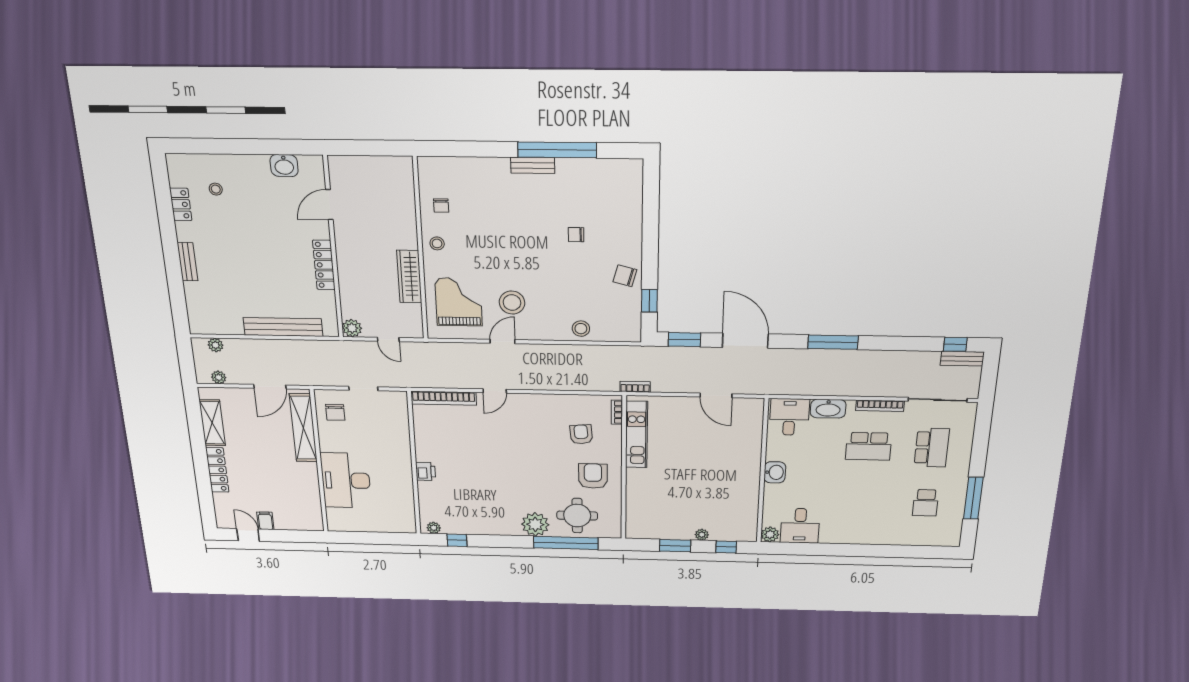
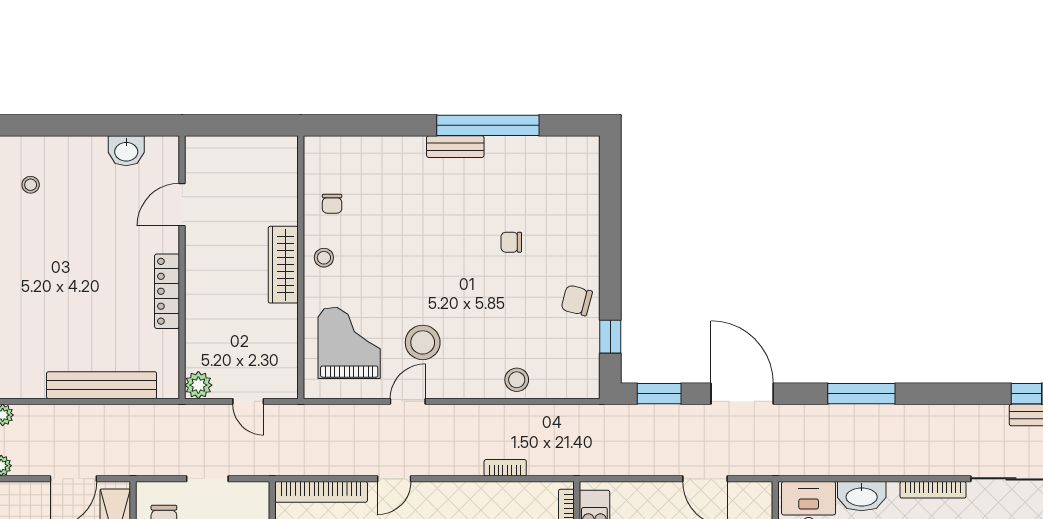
wardrobe: (409, 277) -> (283, 265), moved
bookcase: (635, 387) -> (505, 468), moved

